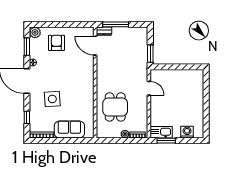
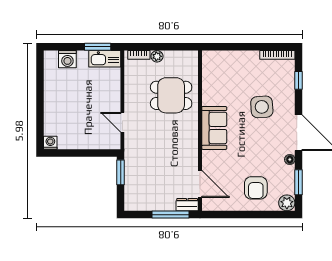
washing machine: (199, 74) -> (50, 143), added
dining table: (115, 107) -> (171, 95), turned 90
sofa: (69, 129) -> (214, 128), moved, turned -90

